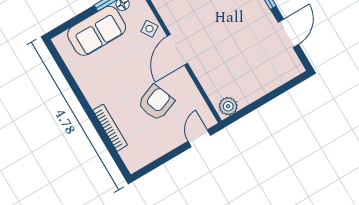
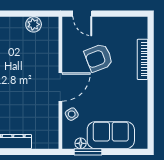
plant: (228, 106) -> (34, 24), moved
door: (199, 138) -> (82, 14), hinge flipped

